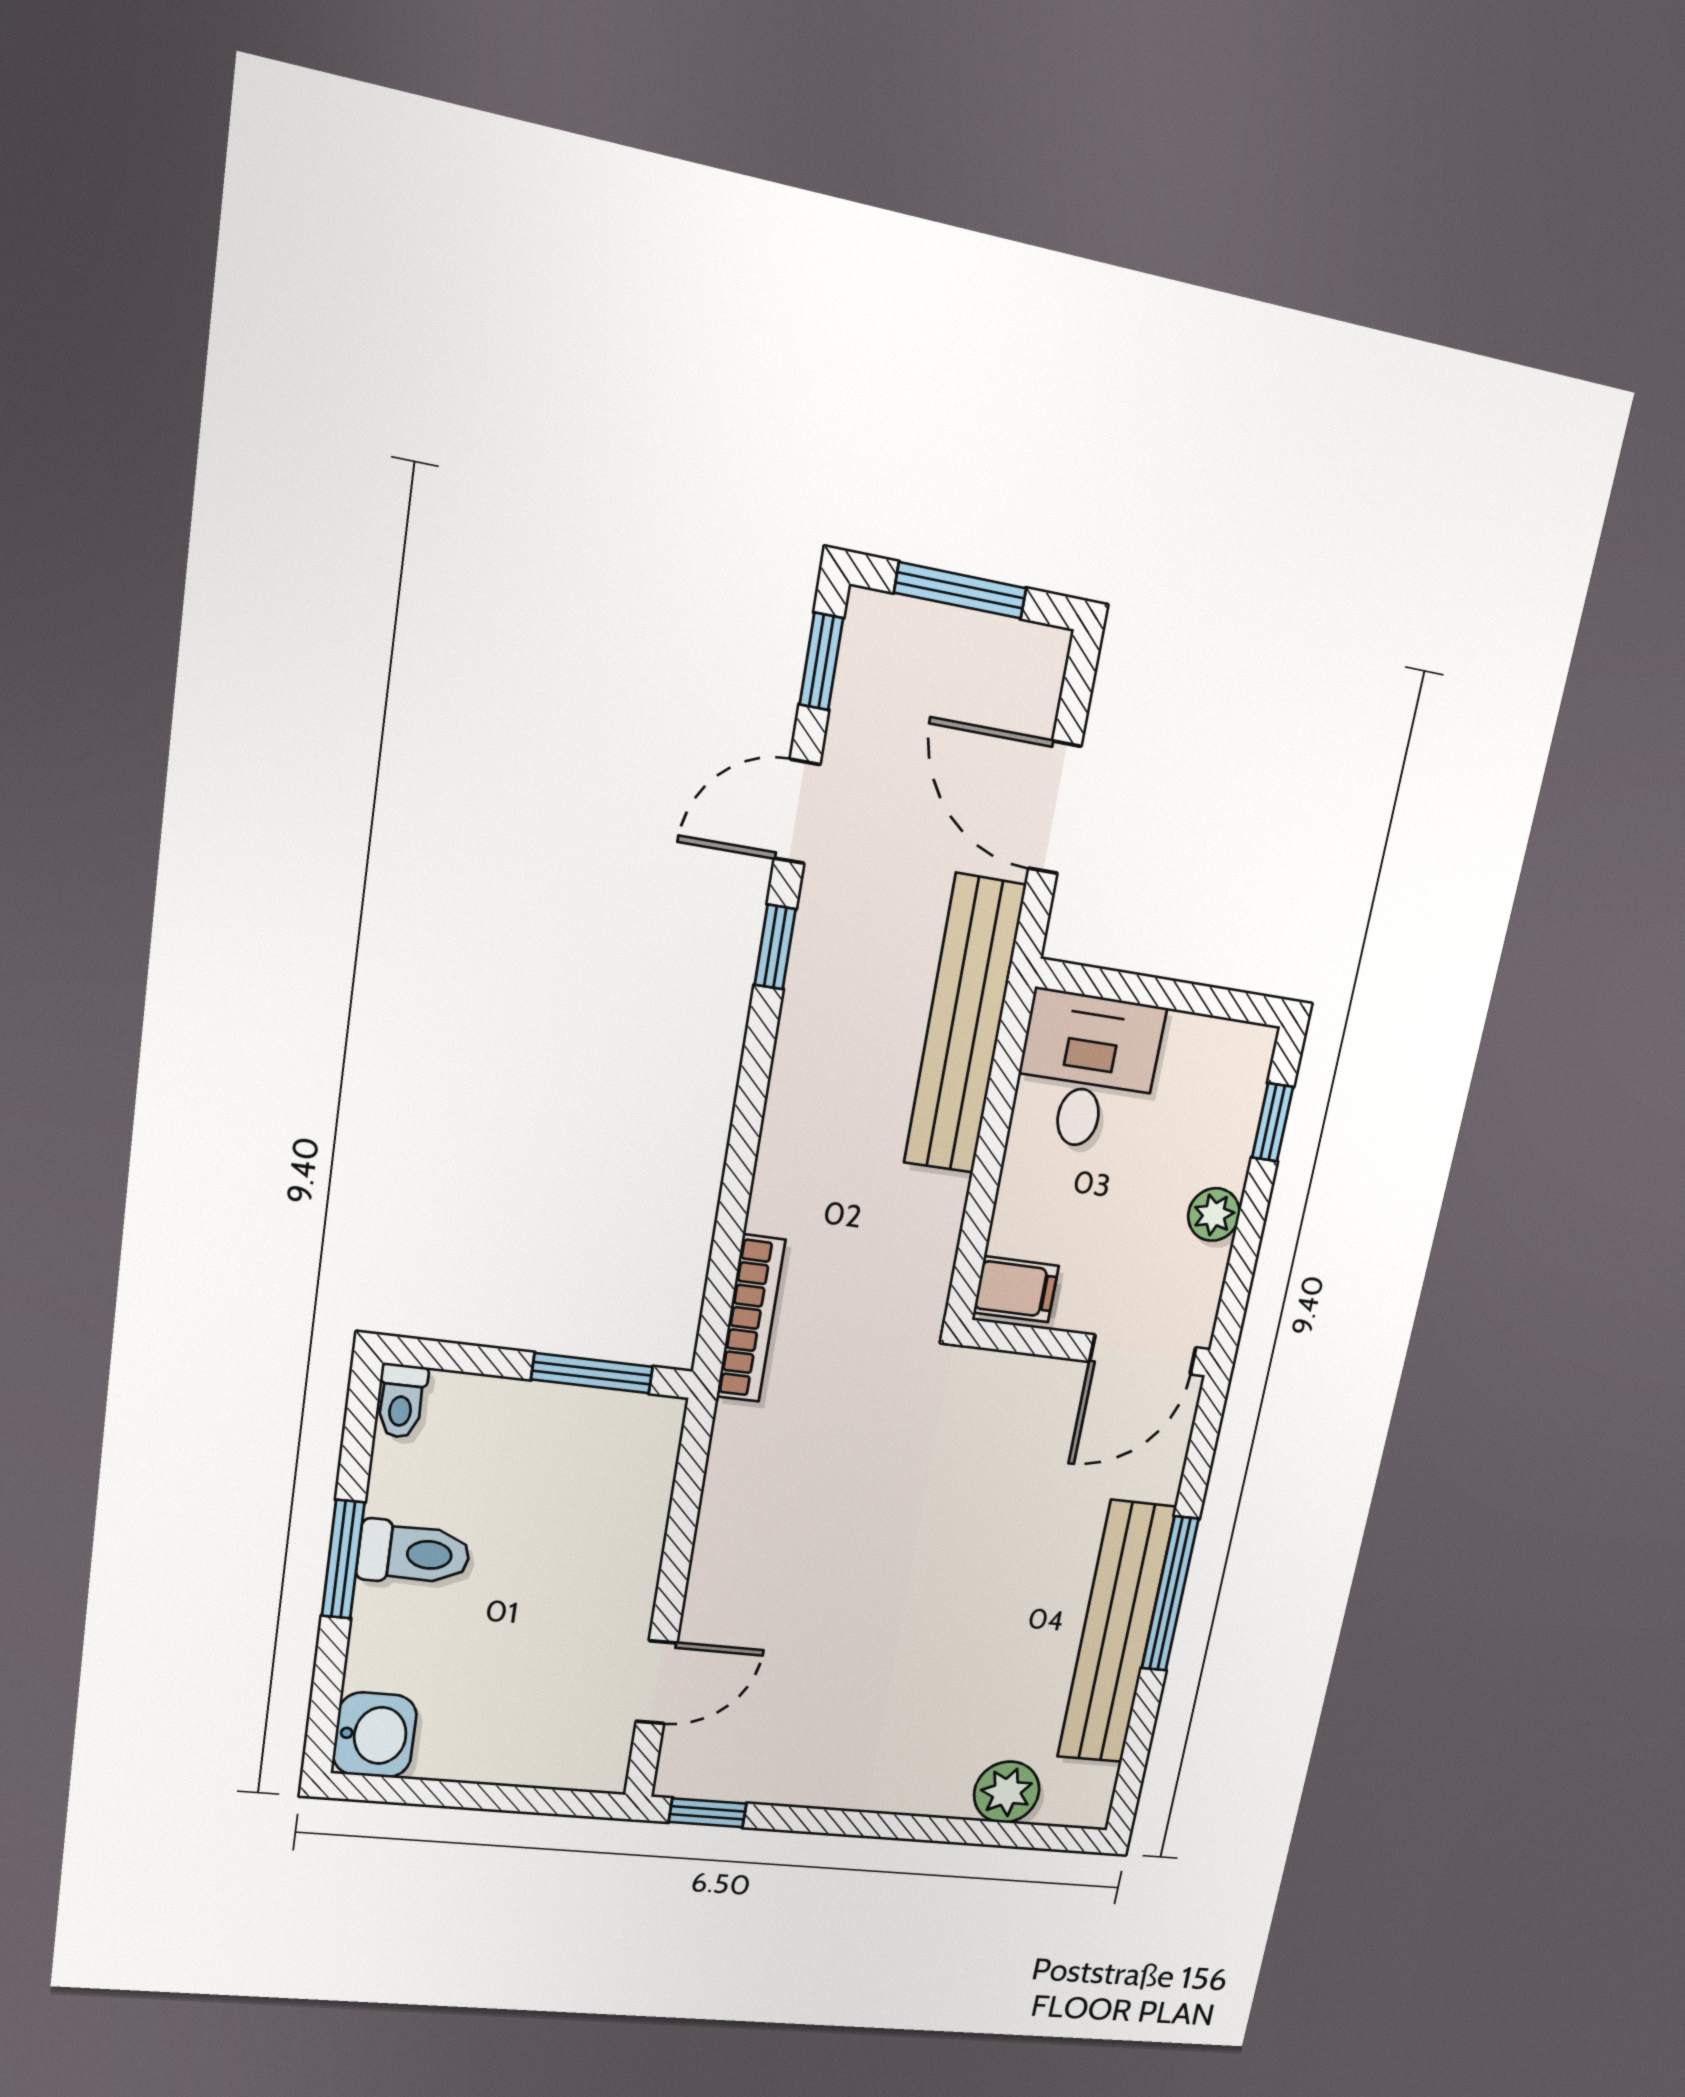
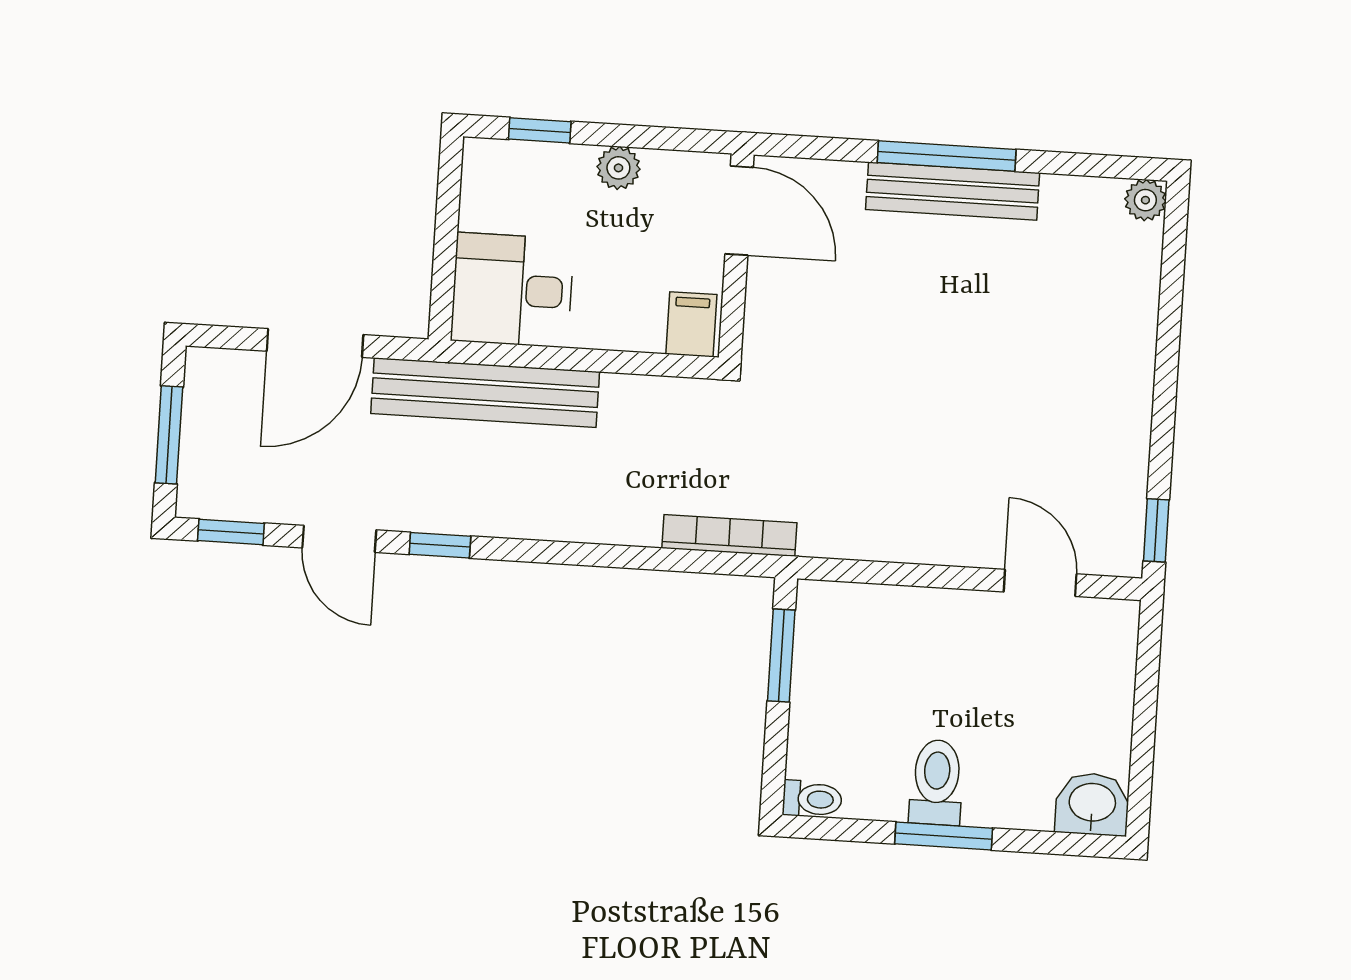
bench: (1116, 1633) -> (953, 191), width x0.73, depth x0.82
plant: (1007, 1792) -> (1145, 200), moved, width x0.73, depth x0.73

